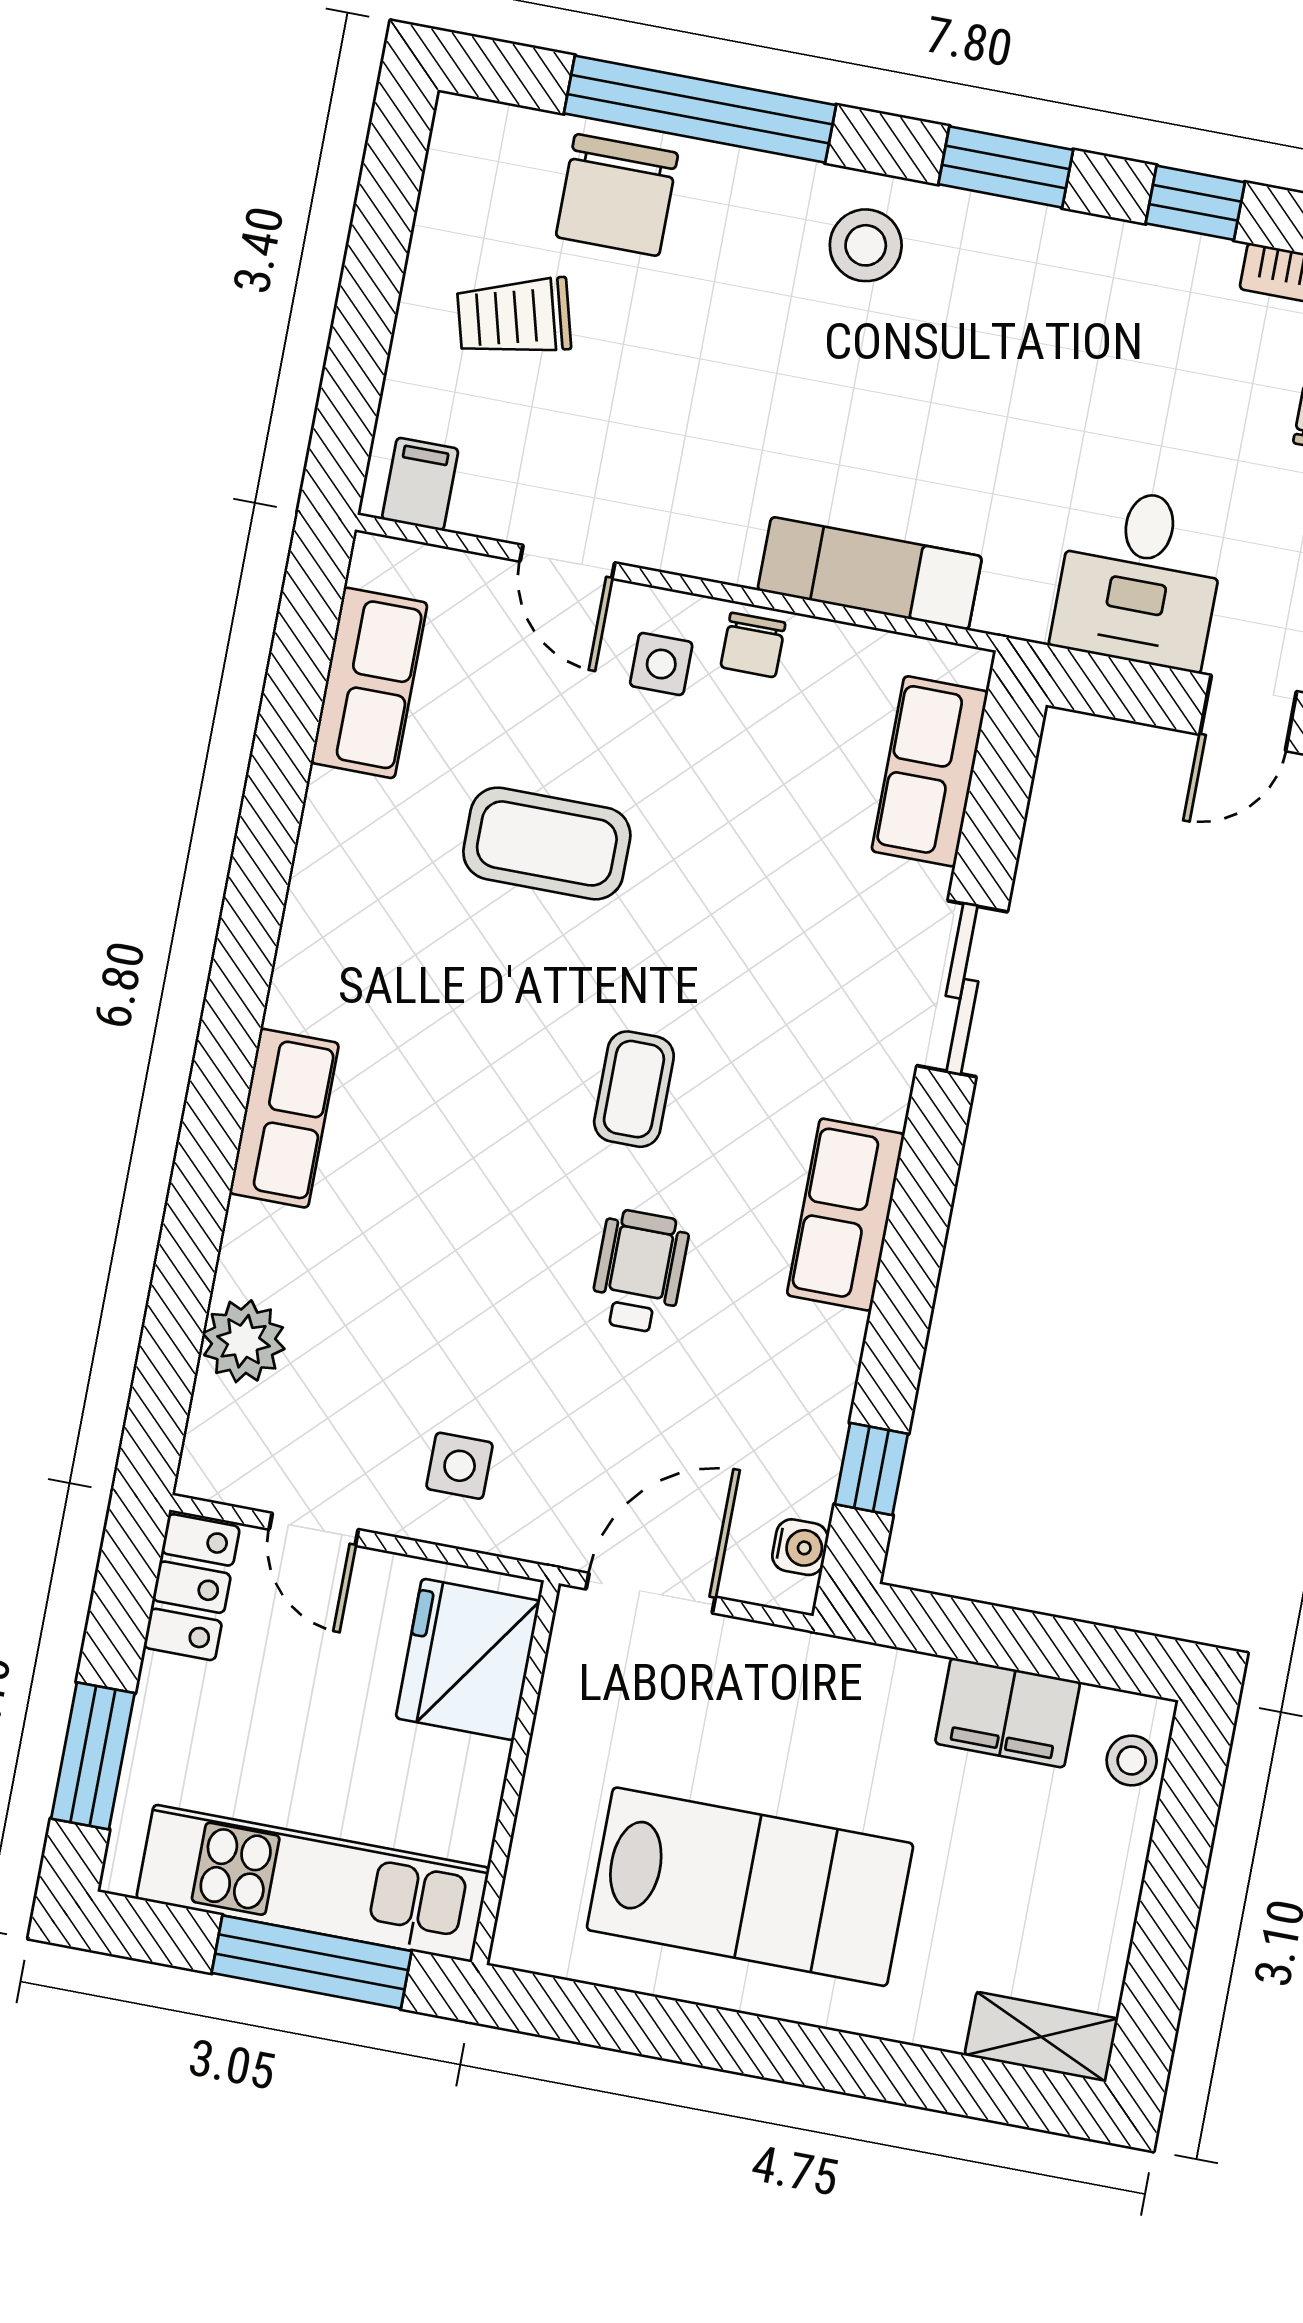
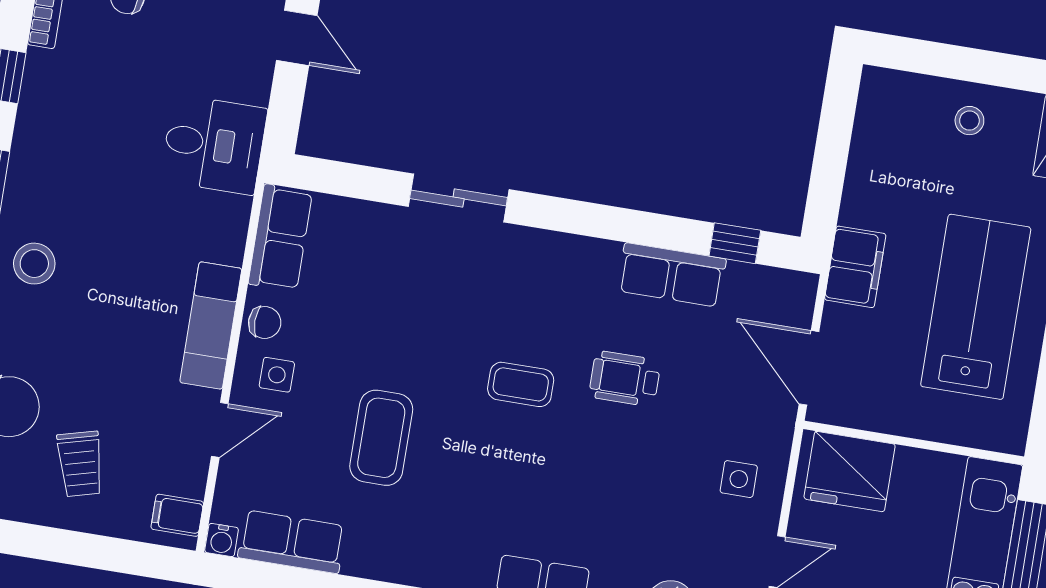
exam couch: (870, 573) -> (211, 325), moved
desk: (1140, 578) -> (214, 145), moved
row of seats: (930, 771) -> (280, 238), moved, turned -90
row of seats: (846, 1215) -> (672, 275), moved
water cooler: (800, 1547) -> (222, 540), moved, turned 180
filing cabinet: (1008, 1713) -> (855, 267), moved
stool: (1132, 1760) -> (969, 121), moved

